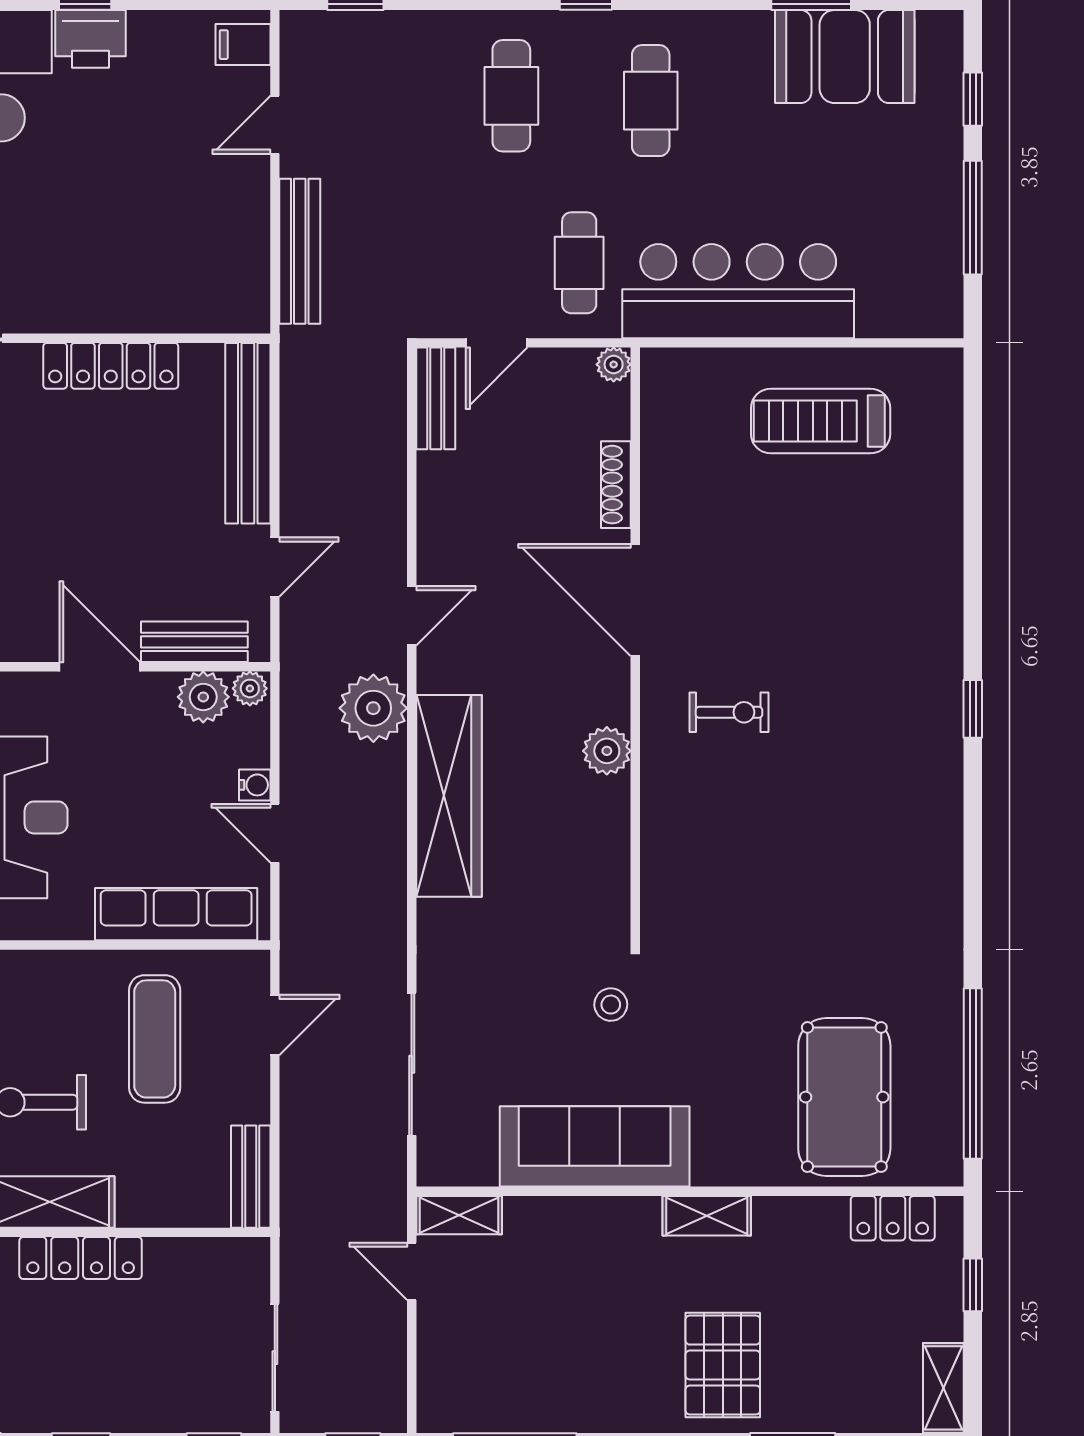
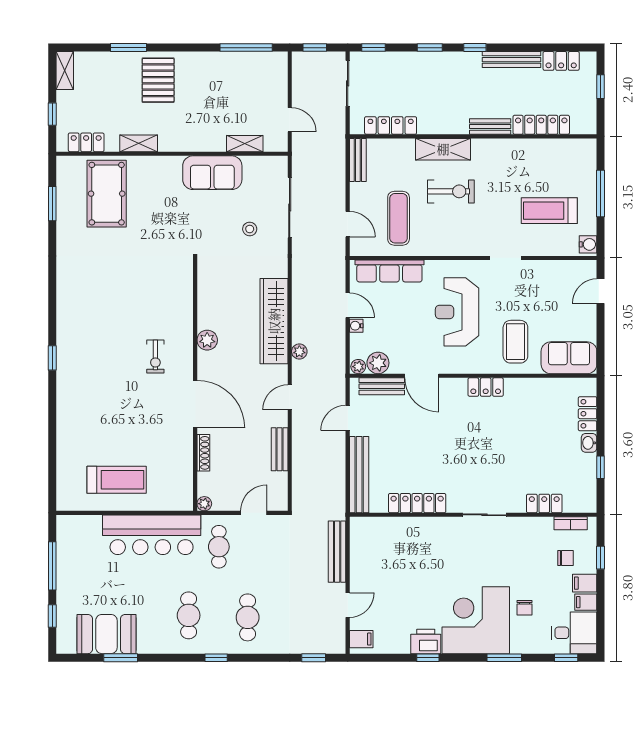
bench: (436, 398) -> (280, 449), moved
plant: (373, 708) -> (299, 352), width x0.53, depth x0.53
exercise bike: (729, 712) -> (155, 356), turned -90
stool: (611, 1005) -> (250, 229), moved
door: (275, 1025) -> (348, 224), swing flipped
window: (973, 1073) -> (52, 204), width x0.47
sofa: (595, 1146) -> (212, 173), width x0.73
shelving: (459, 1215) -> (245, 144), moved
shelving: (707, 1216) -> (139, 143), moved
locker: (81, 1258) -> (391, 125), moved

